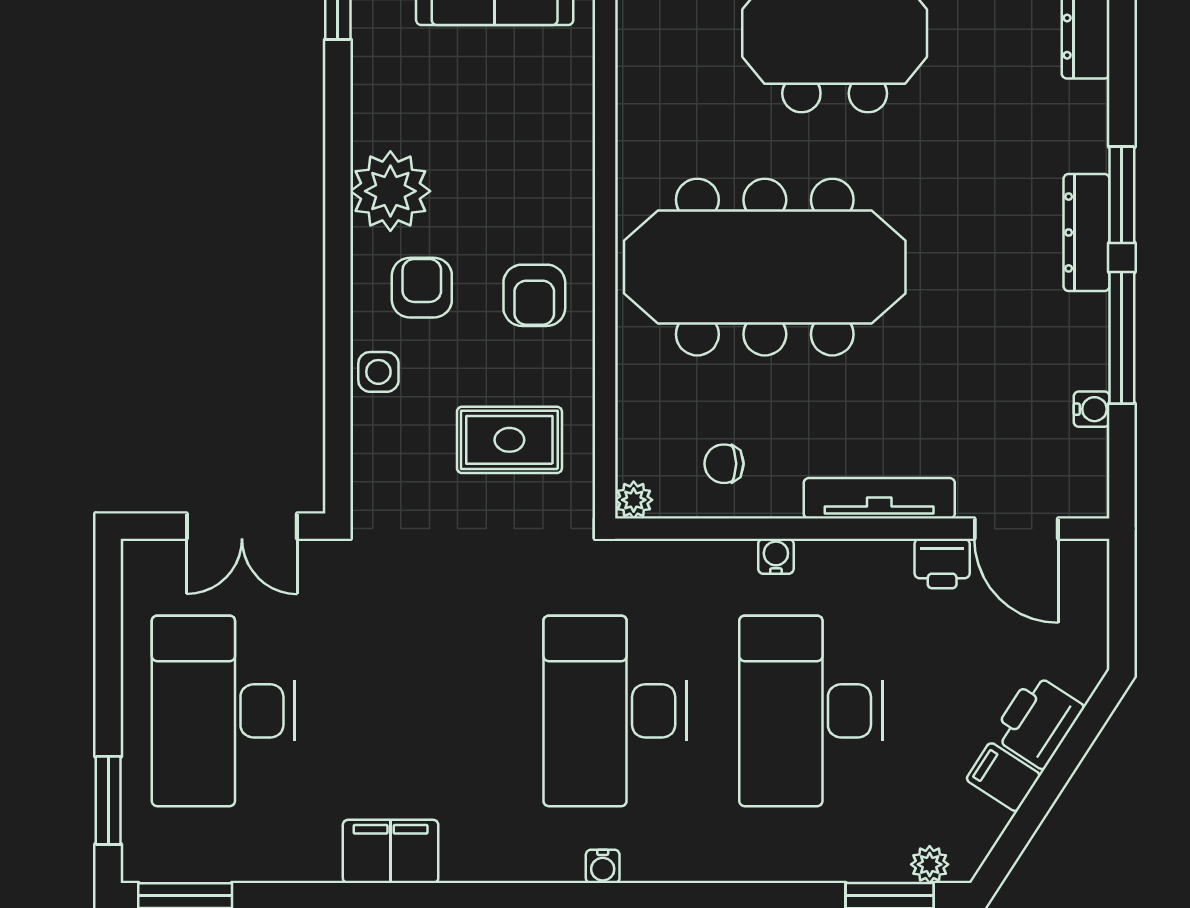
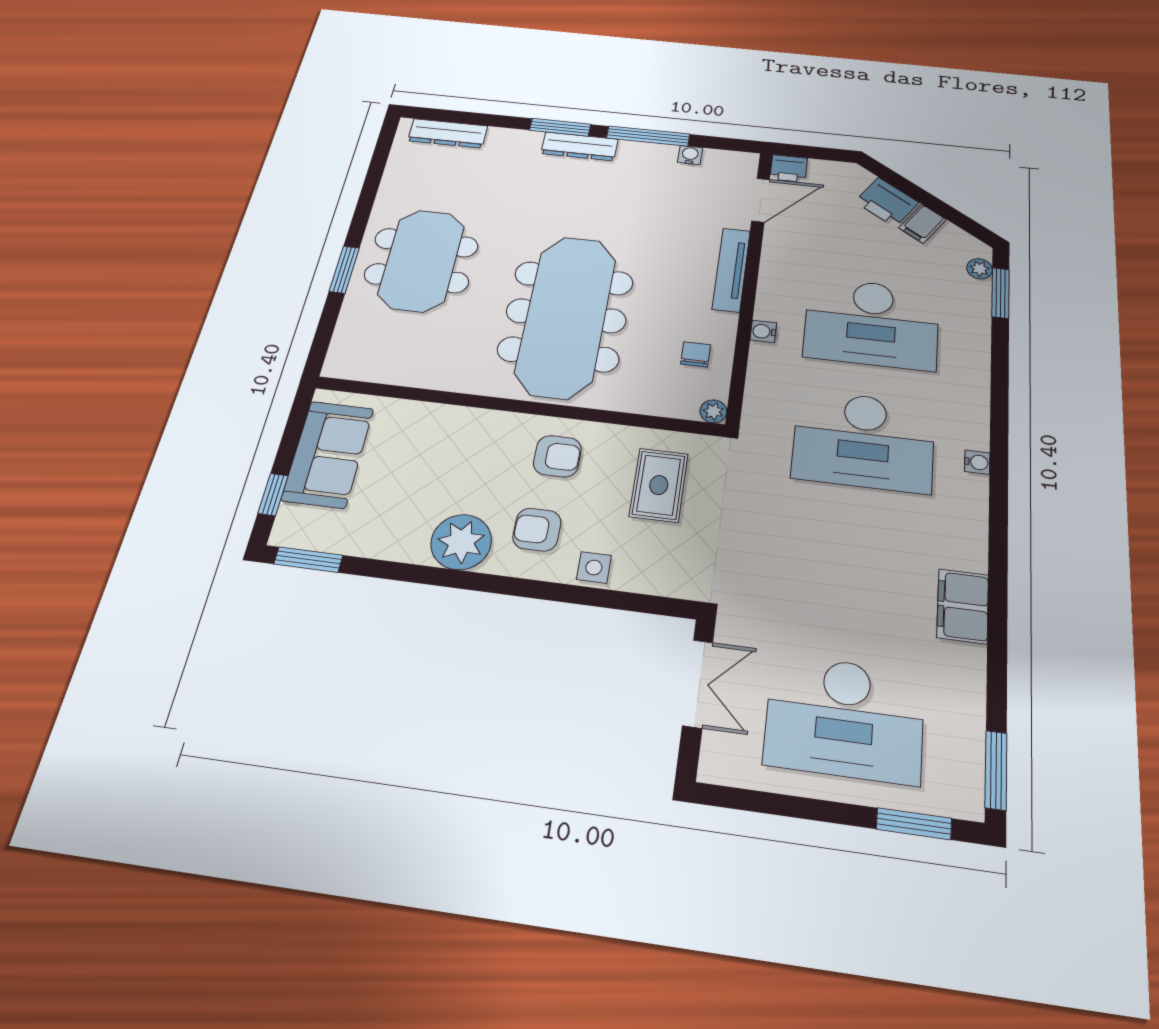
chair: (724, 464) -> (696, 354), turned 180
printer: (942, 564) -> (789, 168), moved, turned 90

